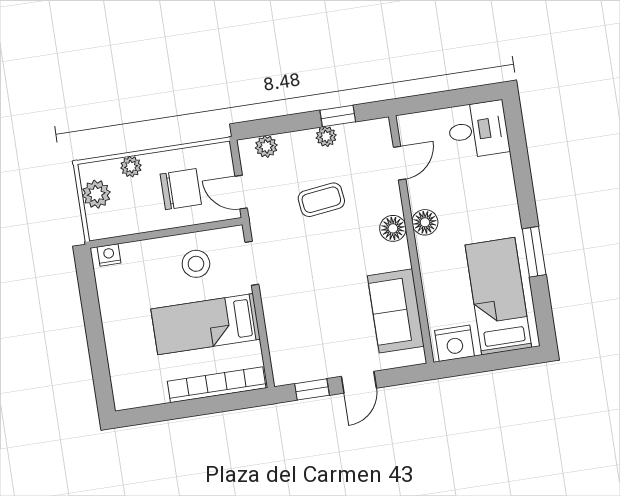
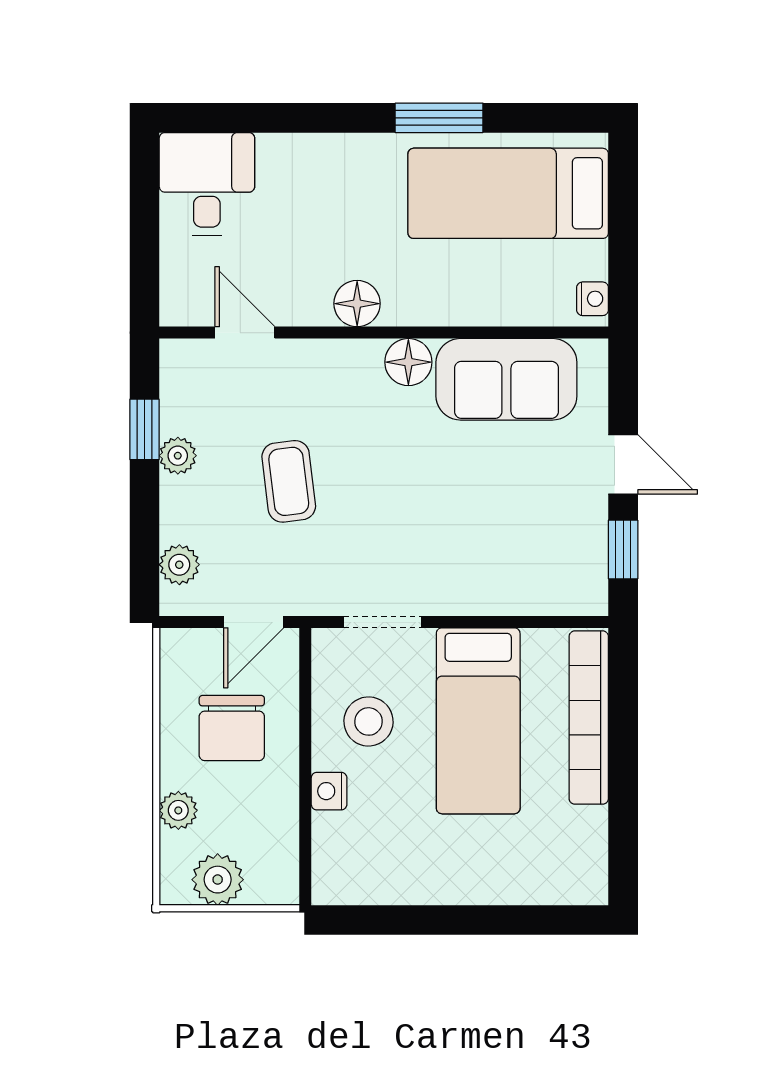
chair: (181, 189) -> (232, 728), turned 180
floor lamp: (393, 228) -> (408, 362), moved
nightstand: (109, 255) -> (329, 791), moved
nightstand: (455, 343) -> (593, 299), width x0.53, depth x0.56

